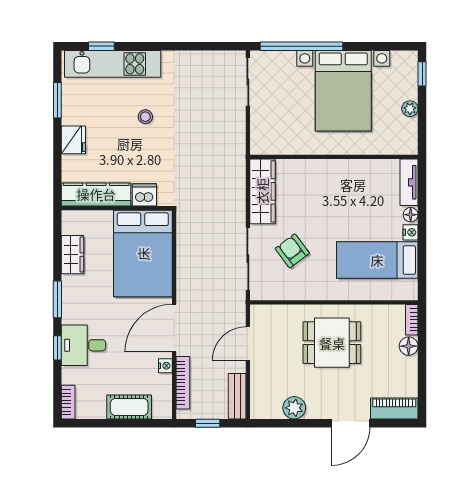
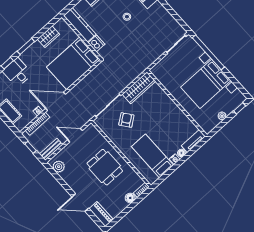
plant: (294, 408) -> (59, 167), moved

